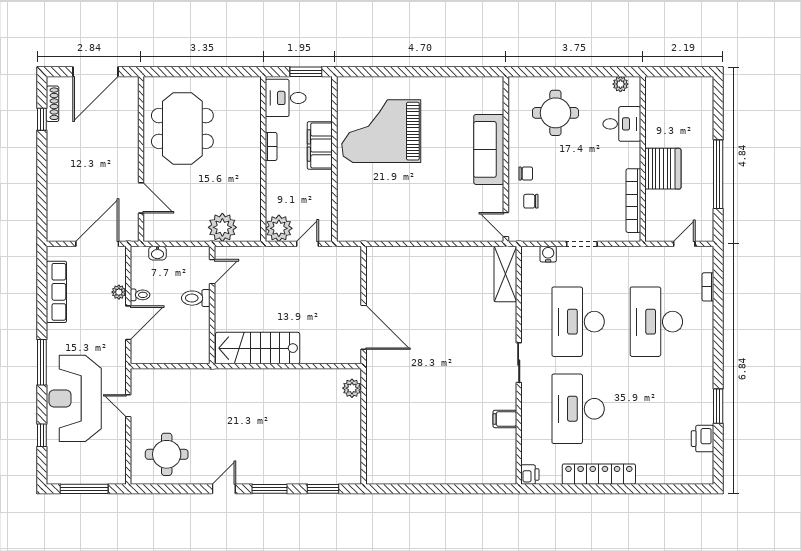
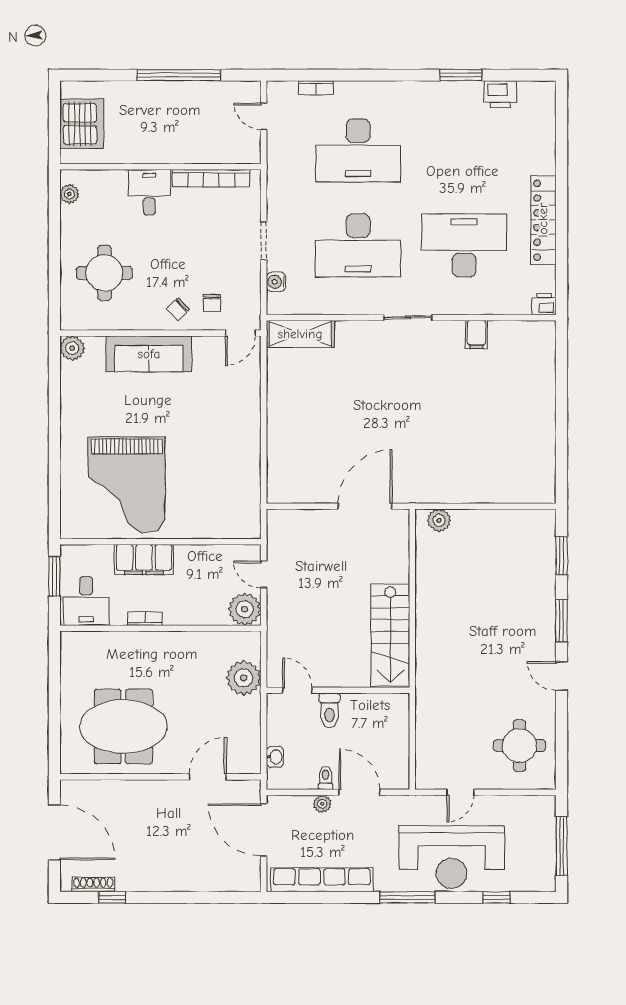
plant: (494, 87) -> (72, 348), added
desk: (622, 124) -> (149, 192), moved
server rack: (663, 169) -> (82, 124), moved, turned 90
chair: (526, 174) -> (178, 309), turned -133
row of seats: (56, 292) -> (322, 880), width x1.36
desk: (578, 409) -> (464, 245), turned 180

